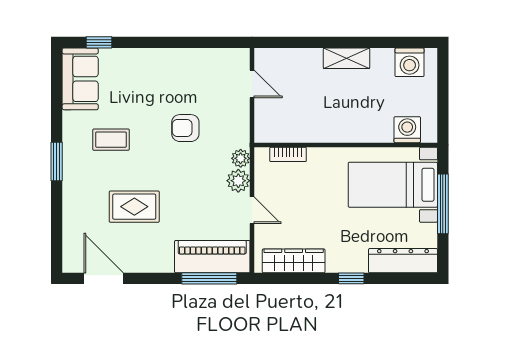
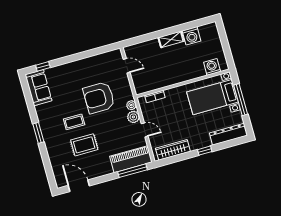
washing machine: (410, 62) -> (191, 36), moved
armchair: (185, 128) -> (99, 98), width x1.88, depth x1.88
coffee table: (111, 140) -> (74, 122), moved

